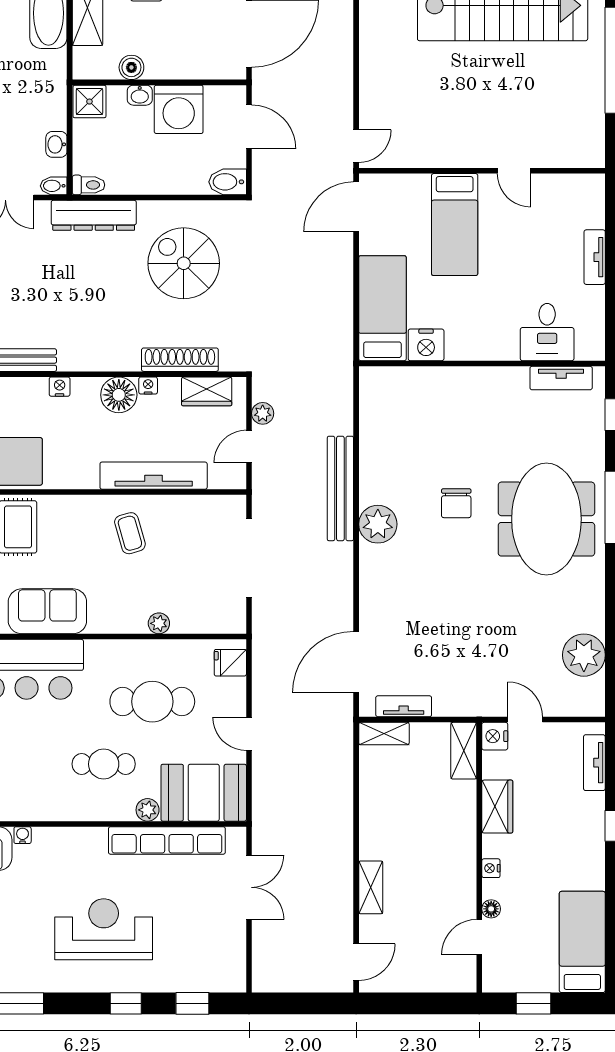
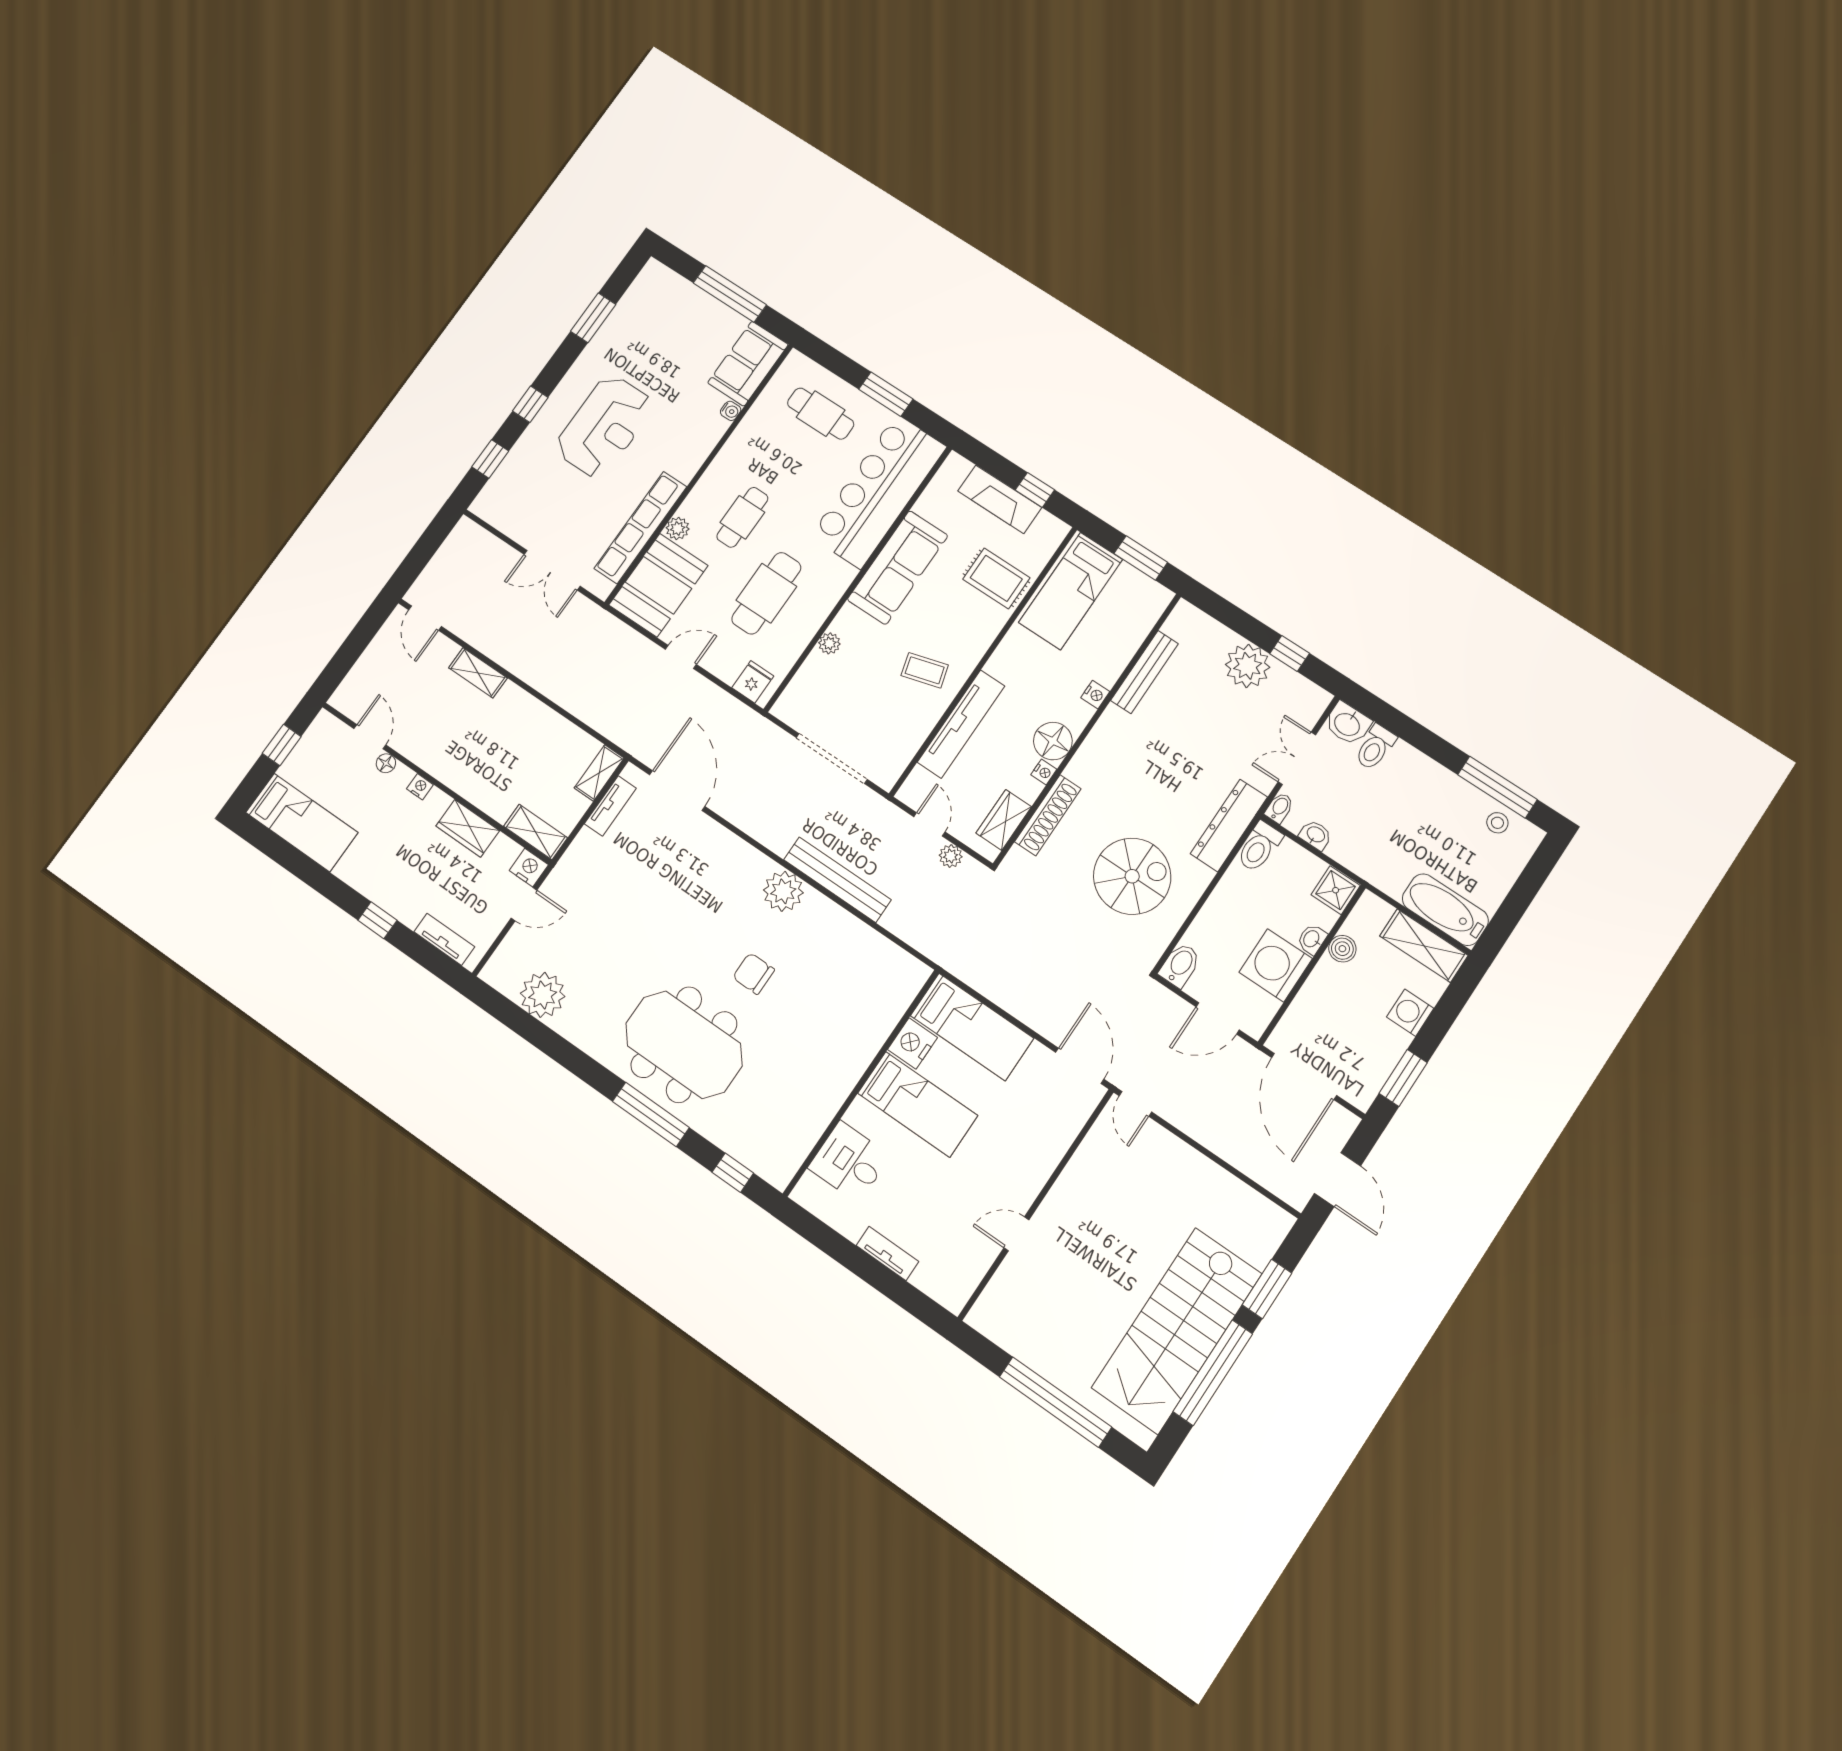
toilet: (88, 185) -> (1259, 847), width x1.37, depth x1.39
bed: (455, 225) -> (918, 1104), moved, turned 180
tv unit: (561, 378) -> (799, 1146), removed
sofa: (47, 611) -> (898, 568), width x1.36

